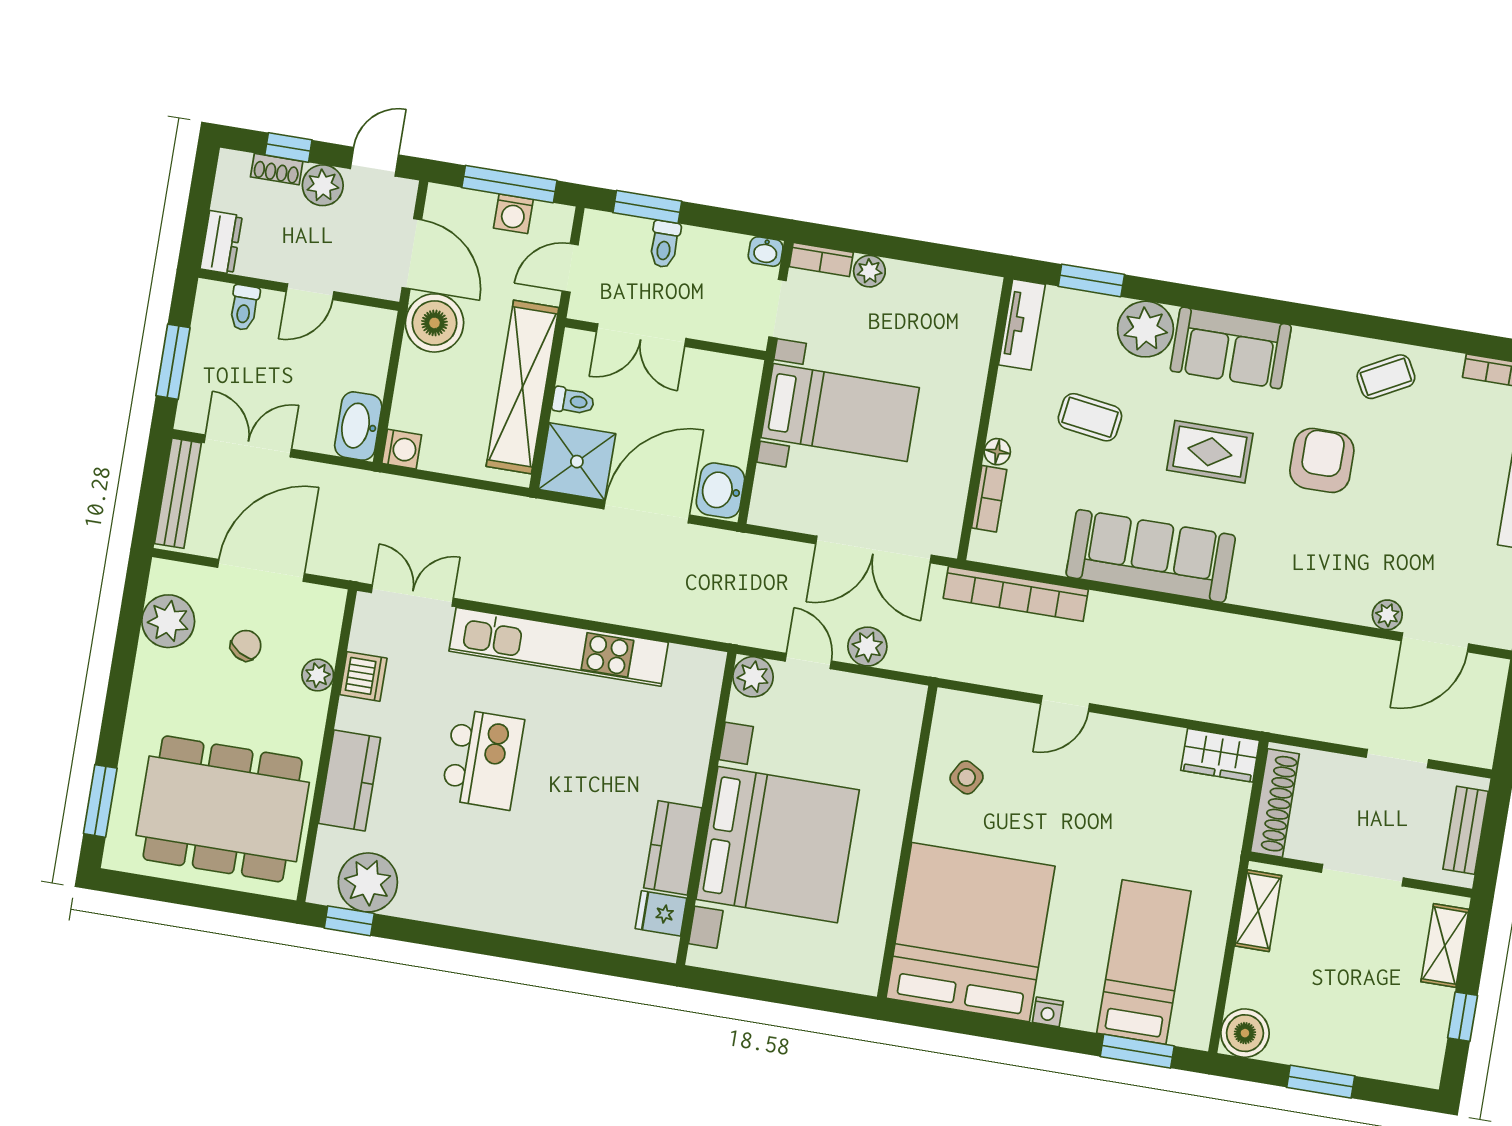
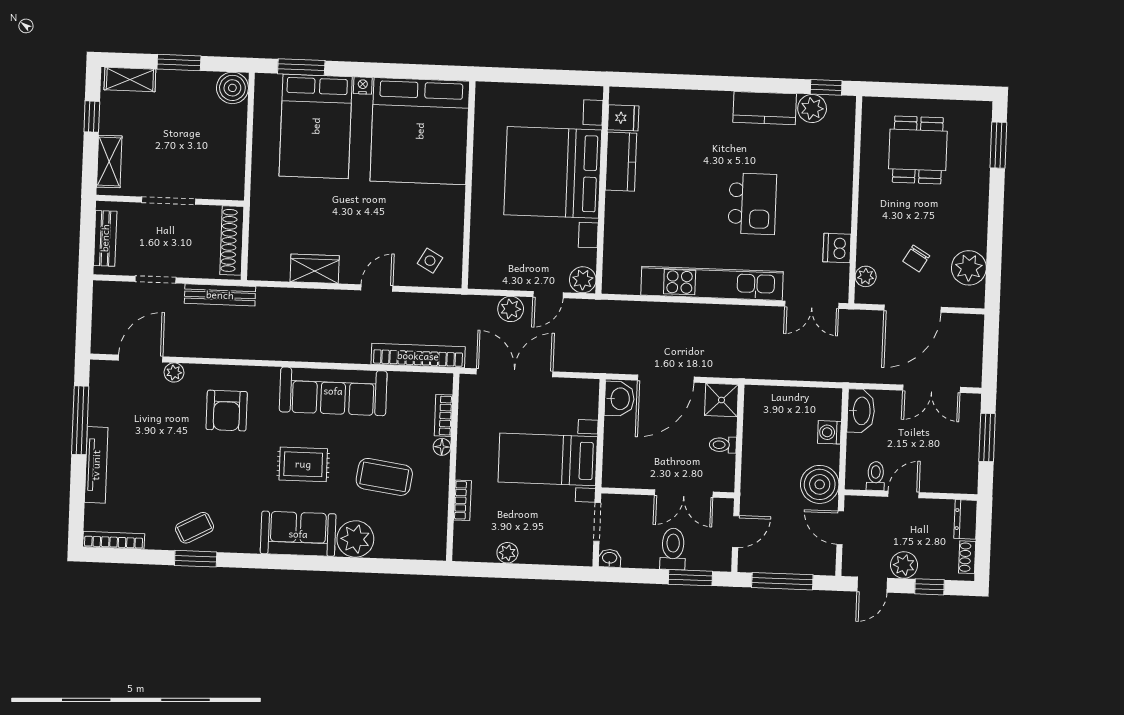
shoe rack: (277, 169) -> (967, 557), moved, turned -90
washing machine: (513, 214) -> (777, 562), removed
toilet: (665, 244) -> (673, 549), width x1.37, depth x1.39
door: (412, 254) -> (840, 528), width x0.73
bookcase: (821, 260) -> (462, 500), moved, turned 90
plant: (869, 271) -> (507, 553), moved
window: (1091, 280) -> (196, 559), moved
toilet: (244, 308) -> (876, 476), moved
tv unit: (1022, 325) -> (436, 532), removed
double door: (641, 335) -> (684, 494), swing flipped
shelving: (523, 387) -> (757, 450), removed
coffee table: (1090, 417) -> (384, 477), width x1.36, depth x1.30
washing machine: (402, 449) -> (829, 432), moved
armchair: (1322, 460) -> (227, 411), moved
shower: (577, 462) -> (721, 400), width x0.73, depth x0.73
bench: (178, 493) -> (220, 295), moved, turned 90
door: (808, 661) -> (548, 295), hinge flipped
plant: (318, 675) -> (866, 276), moved
wardrobe: (1220, 755) -> (315, 269), moved
kitchen island: (483, 759) -> (752, 204), turned 180
side table: (967, 777) -> (430, 261), moved
kitchen counter: (349, 780) -> (765, 108), moved, turned -90
dining table: (223, 809) -> (918, 150), width x0.53, depth x0.80
plant: (368, 882) -> (812, 109), width x0.73, depth x0.73
shelving: (1258, 911) -> (130, 79), moved, turned 90
bed: (1144, 962) -> (316, 126), width x1.50

